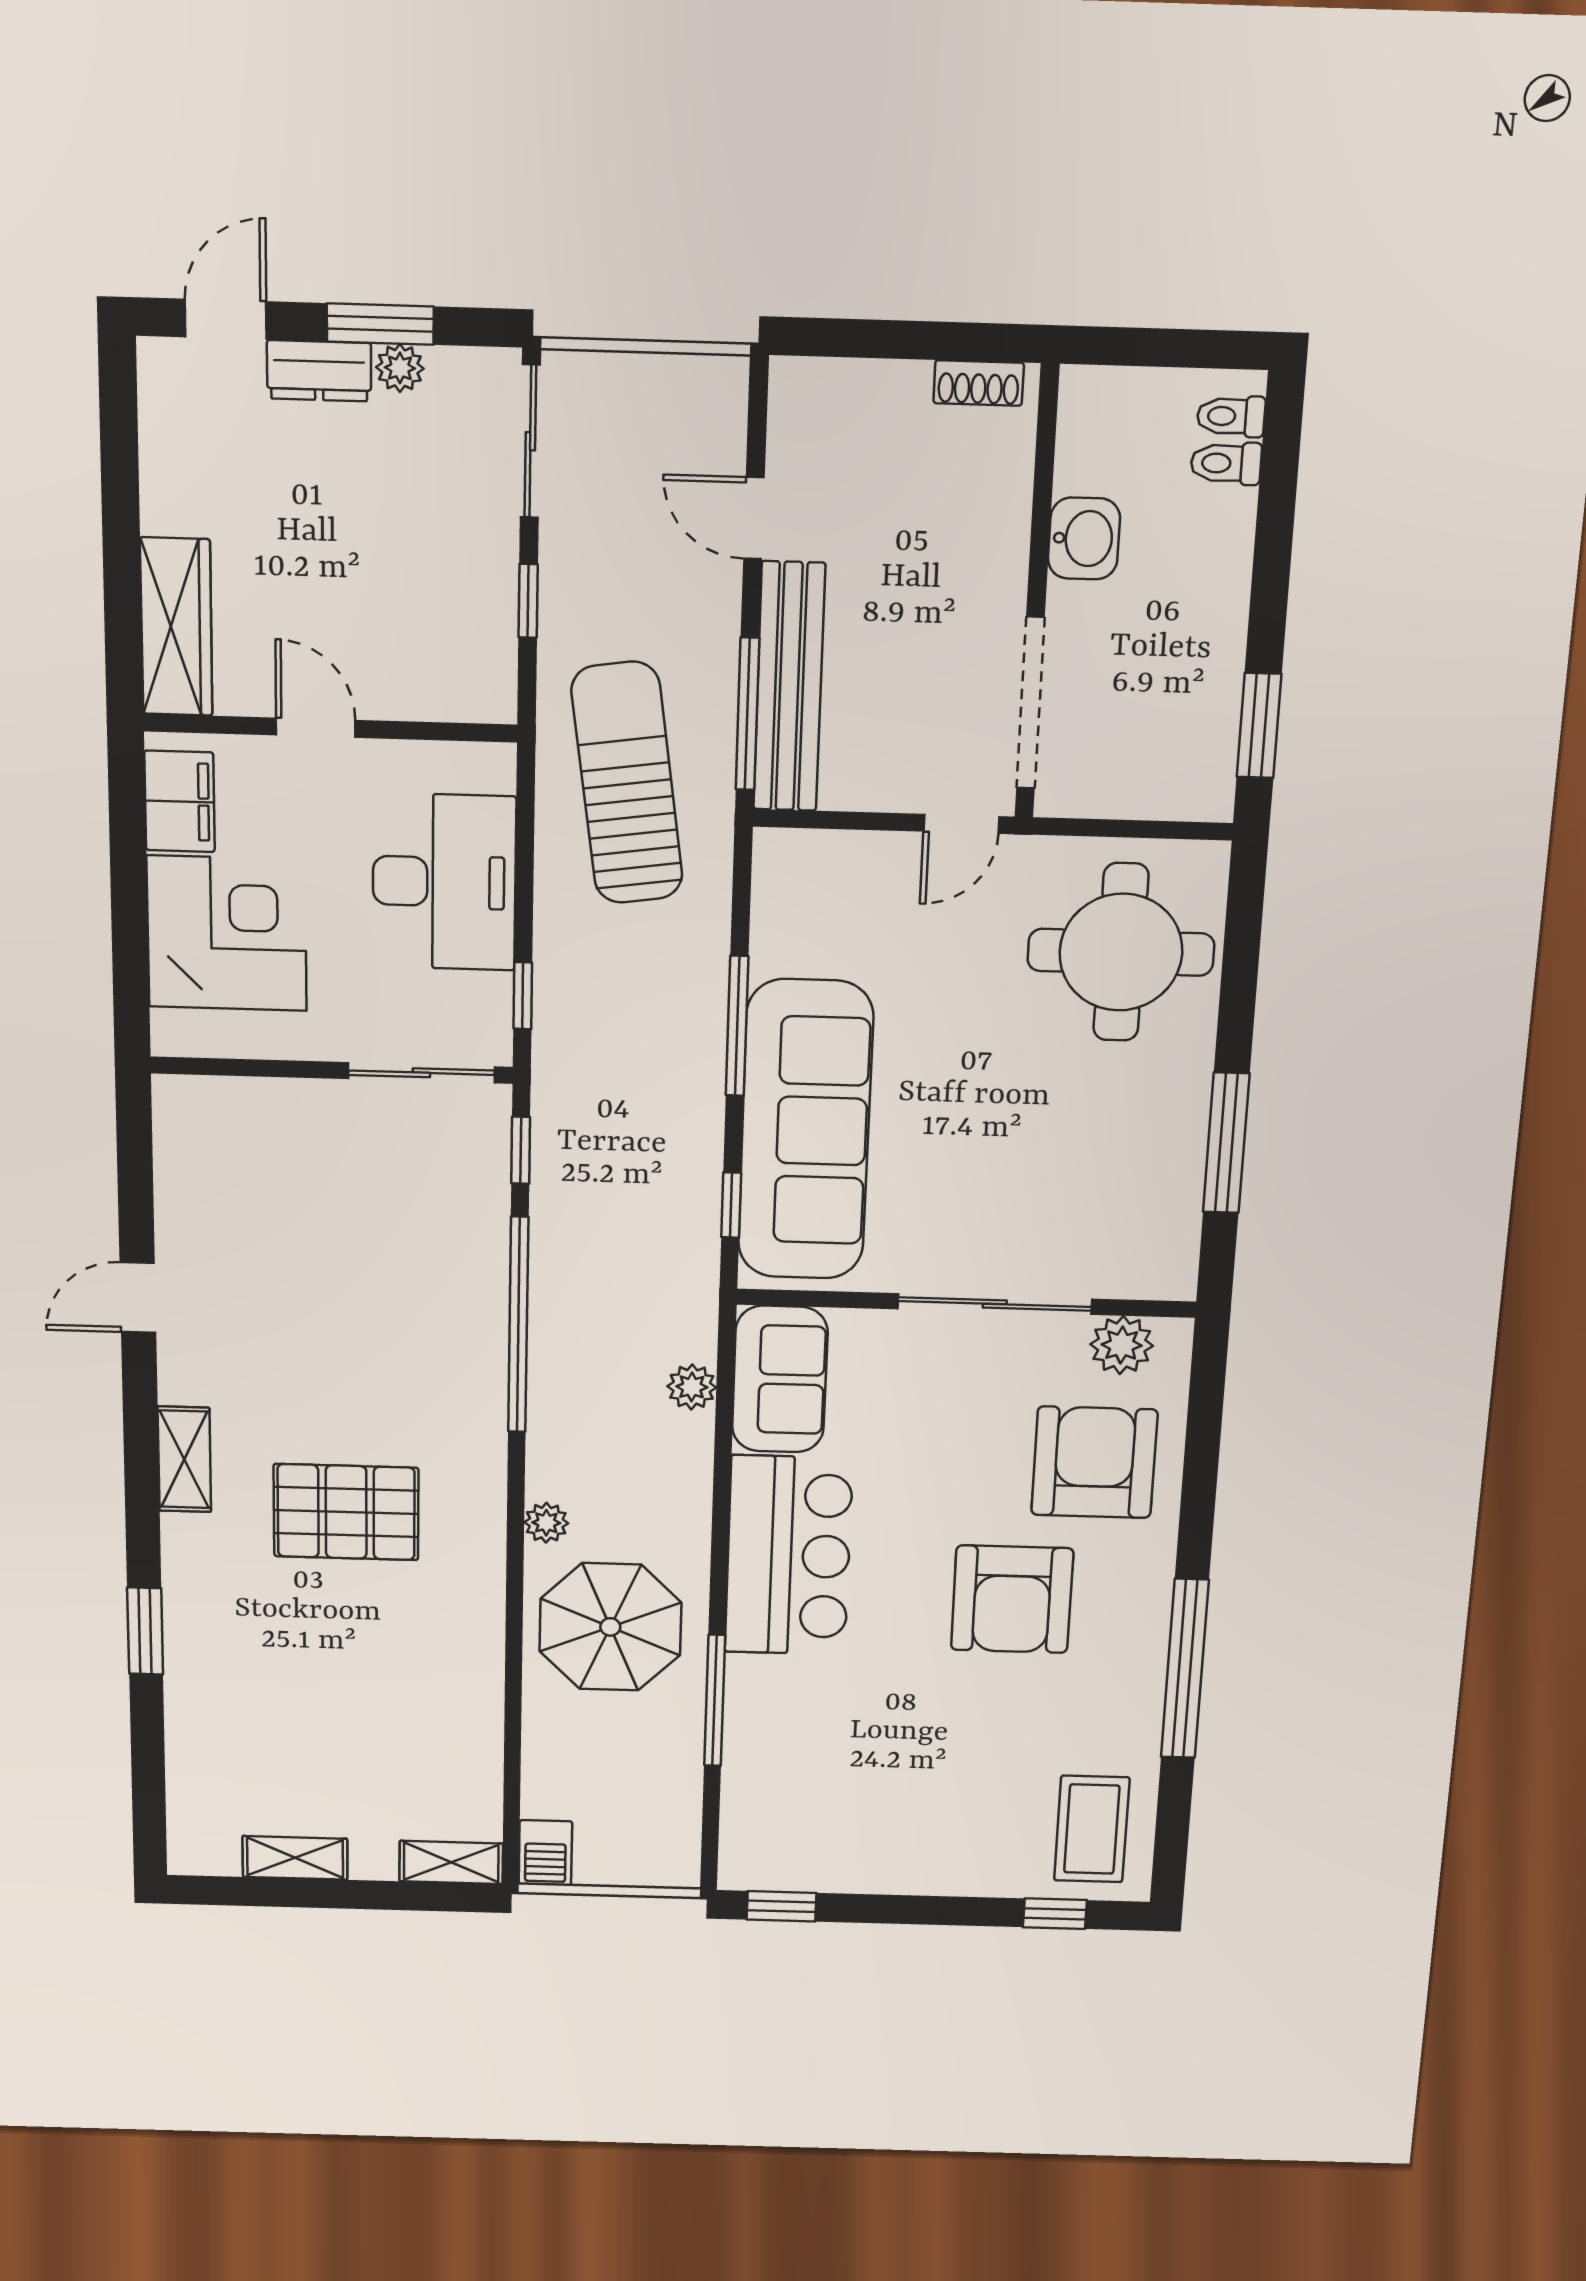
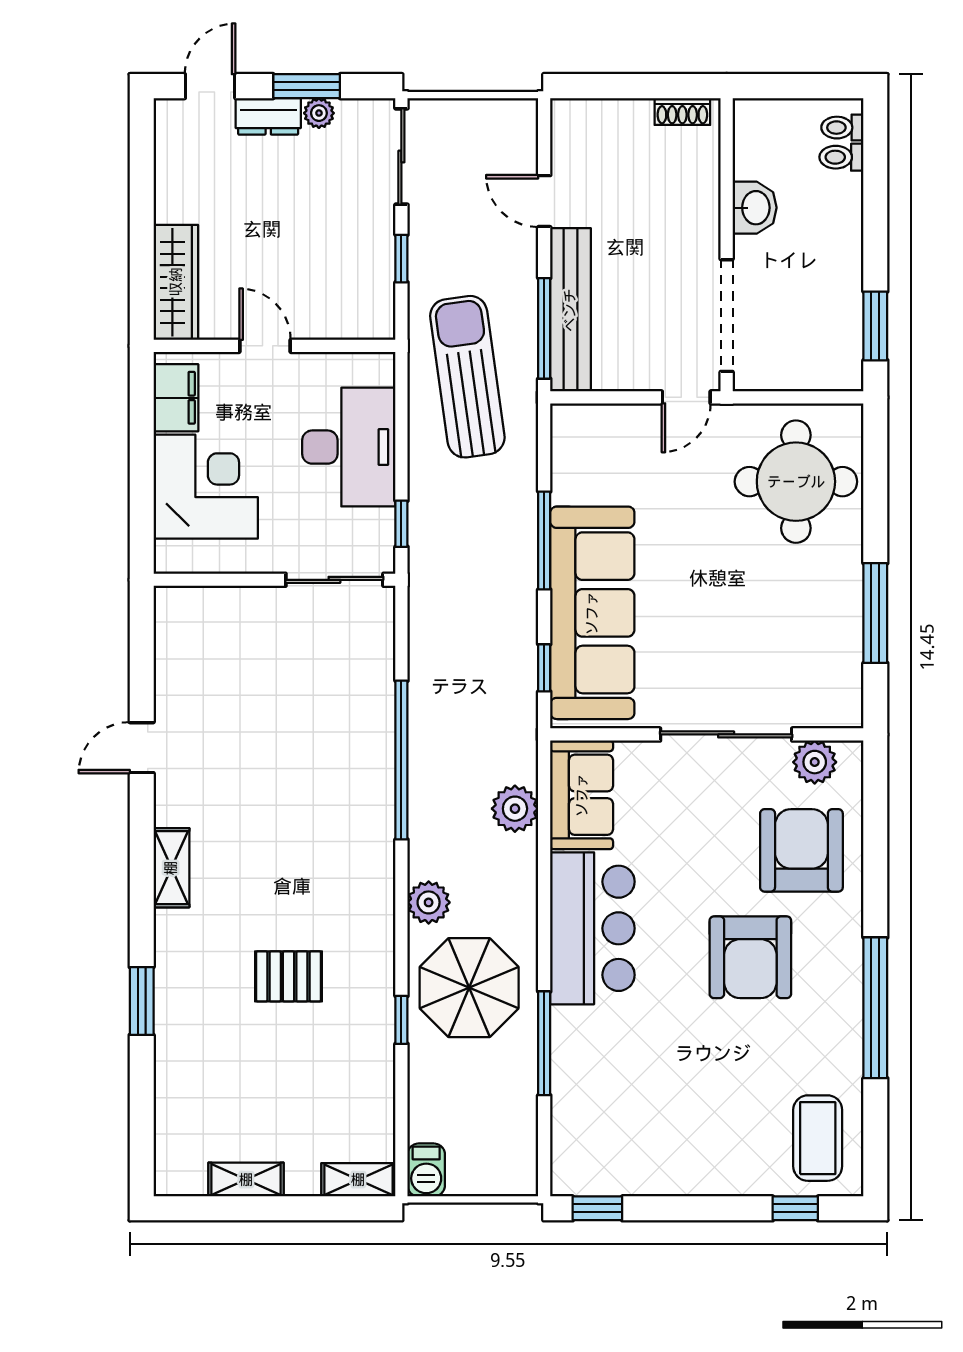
window: (521, 1150) -> (401, 1020), moved
plant: (692, 1387) -> (515, 809), width x1.38, depth x1.38
pallet: (346, 1512) -> (289, 976), moved, width x0.67, depth x0.71
plant: (546, 1523) -> (429, 902), width x1.38, depth x1.38

